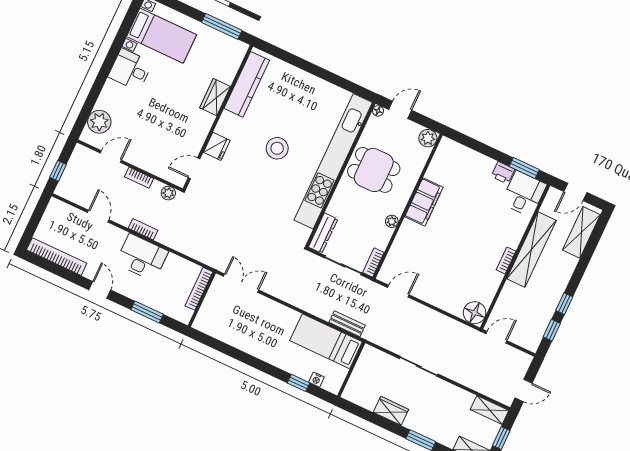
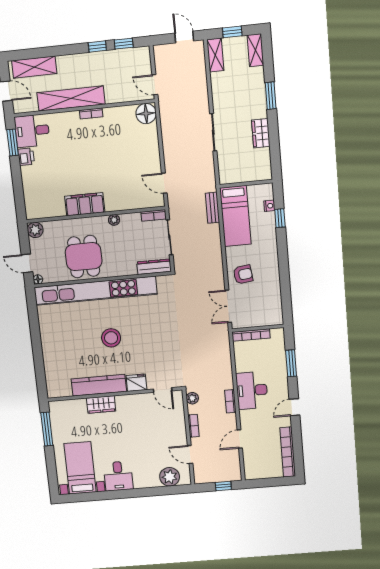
kitchen counter: (247, 84) -> (99, 385), moved
armchair: (264, 316) -> (243, 274), added

